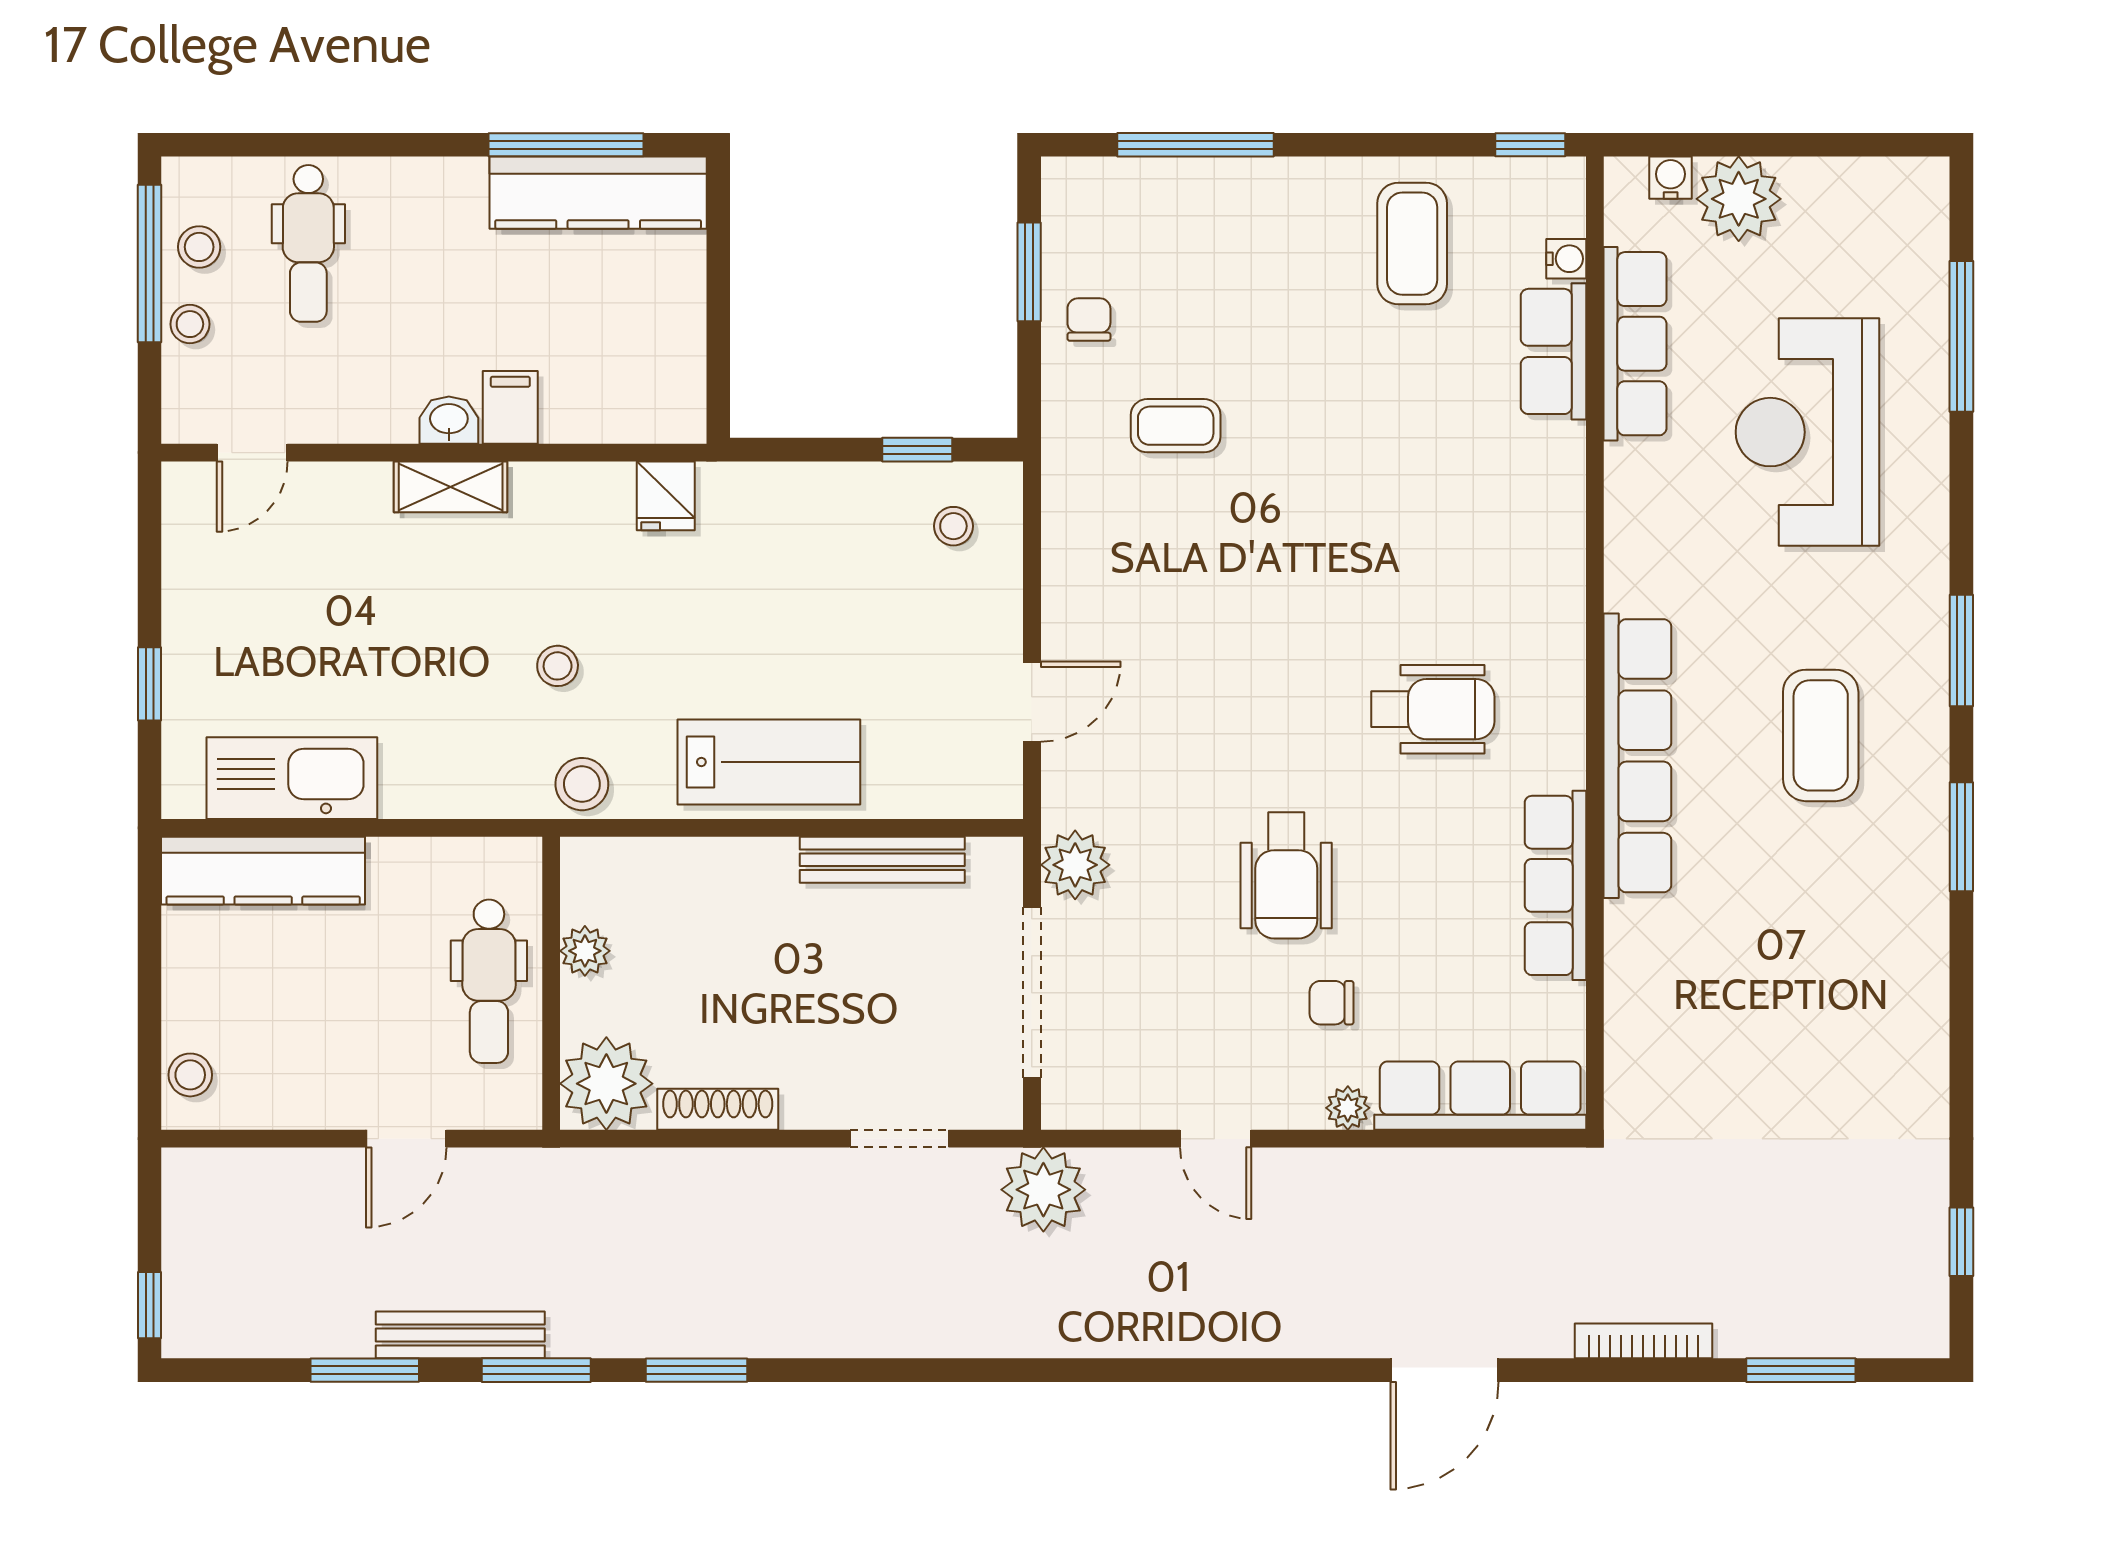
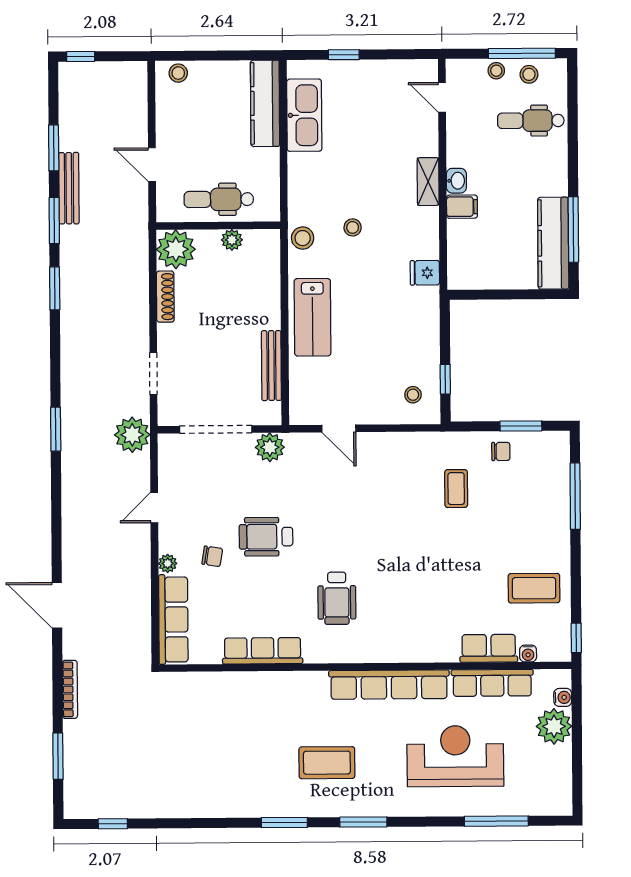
row of seats: (1637, 756) -> (389, 685), moved
chair: (1332, 1003) -> (212, 556), turned 99
window: (1029, 1370) -> (56, 429), added

